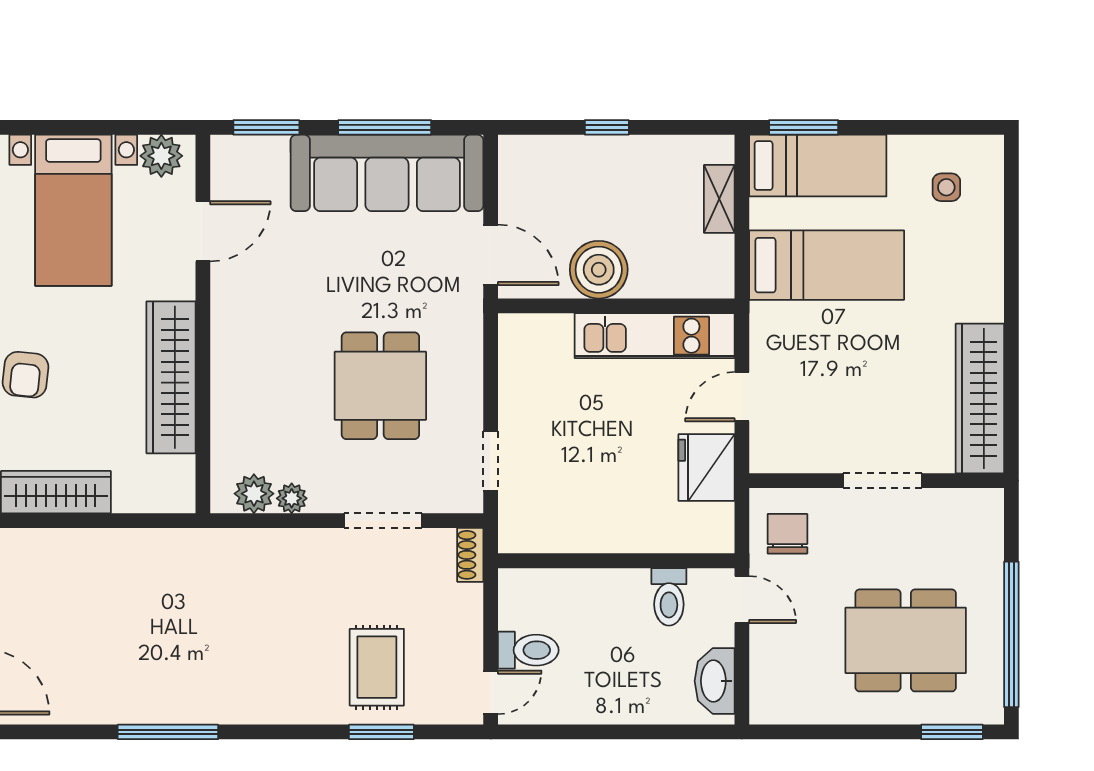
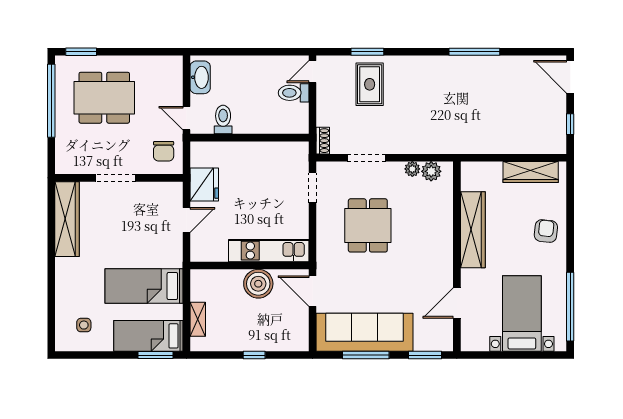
plant: (161, 156) -> (478, 341), removed
kitchen unit: (655, 336) -> (269, 251), moved

